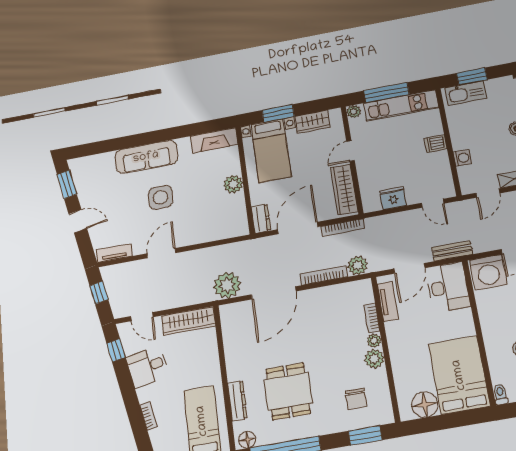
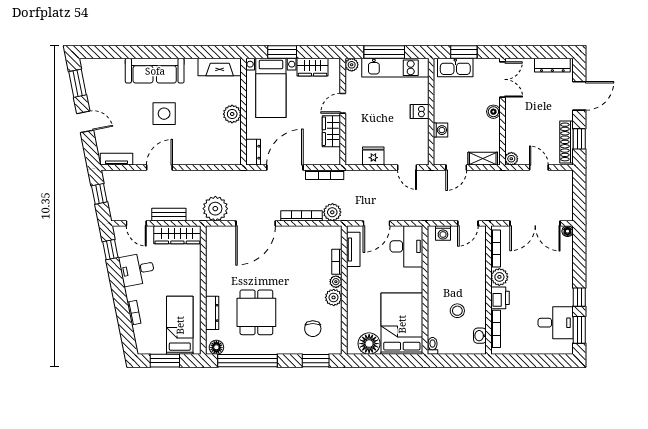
wardrobe: (344, 189) -> (331, 131), width x0.67
bench: (452, 251) -> (169, 215), moved
washing machine: (488, 272) -> (443, 233), width x0.53, depth x0.53

